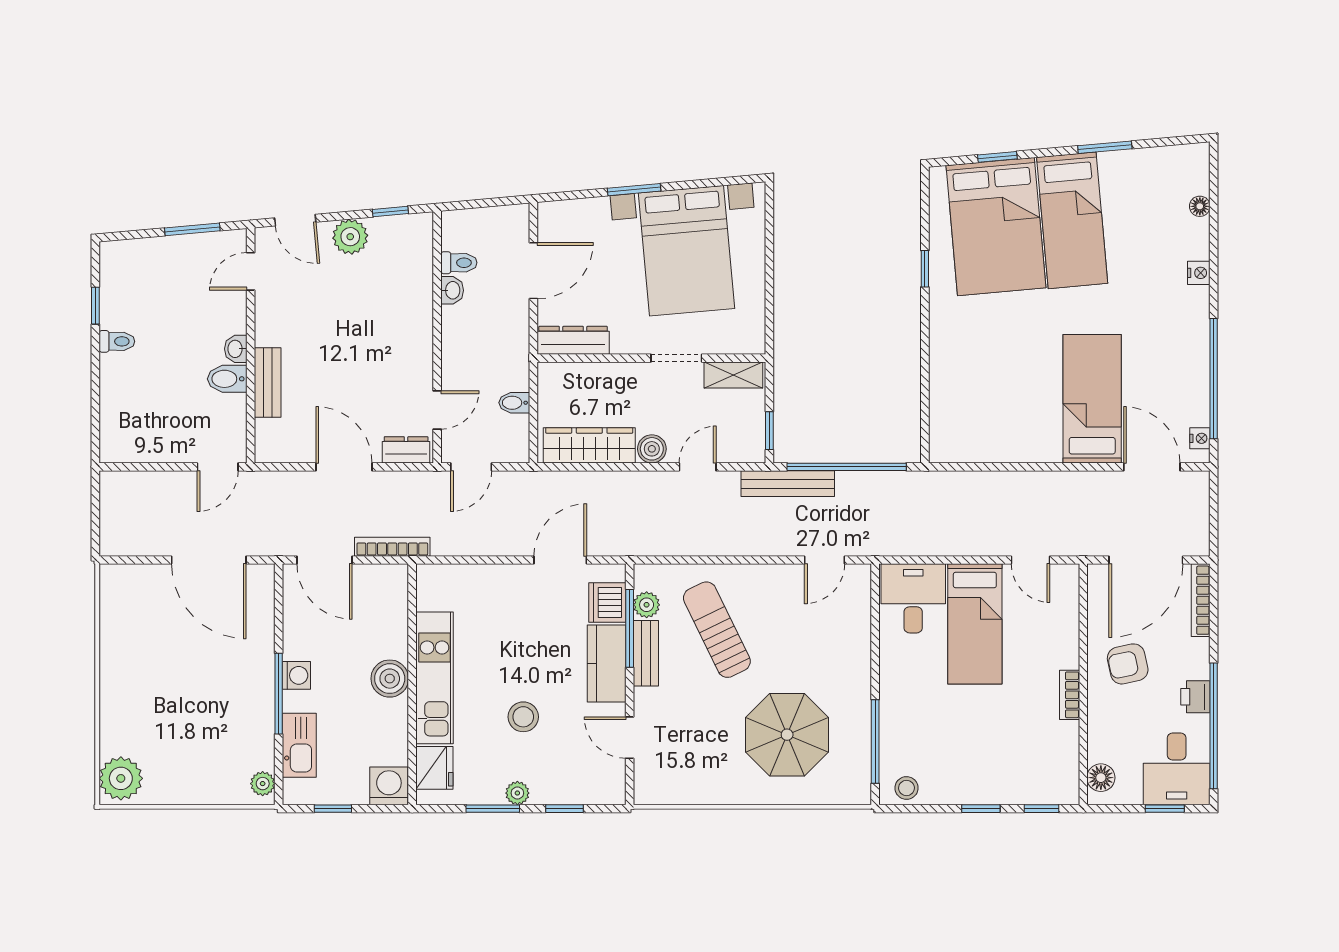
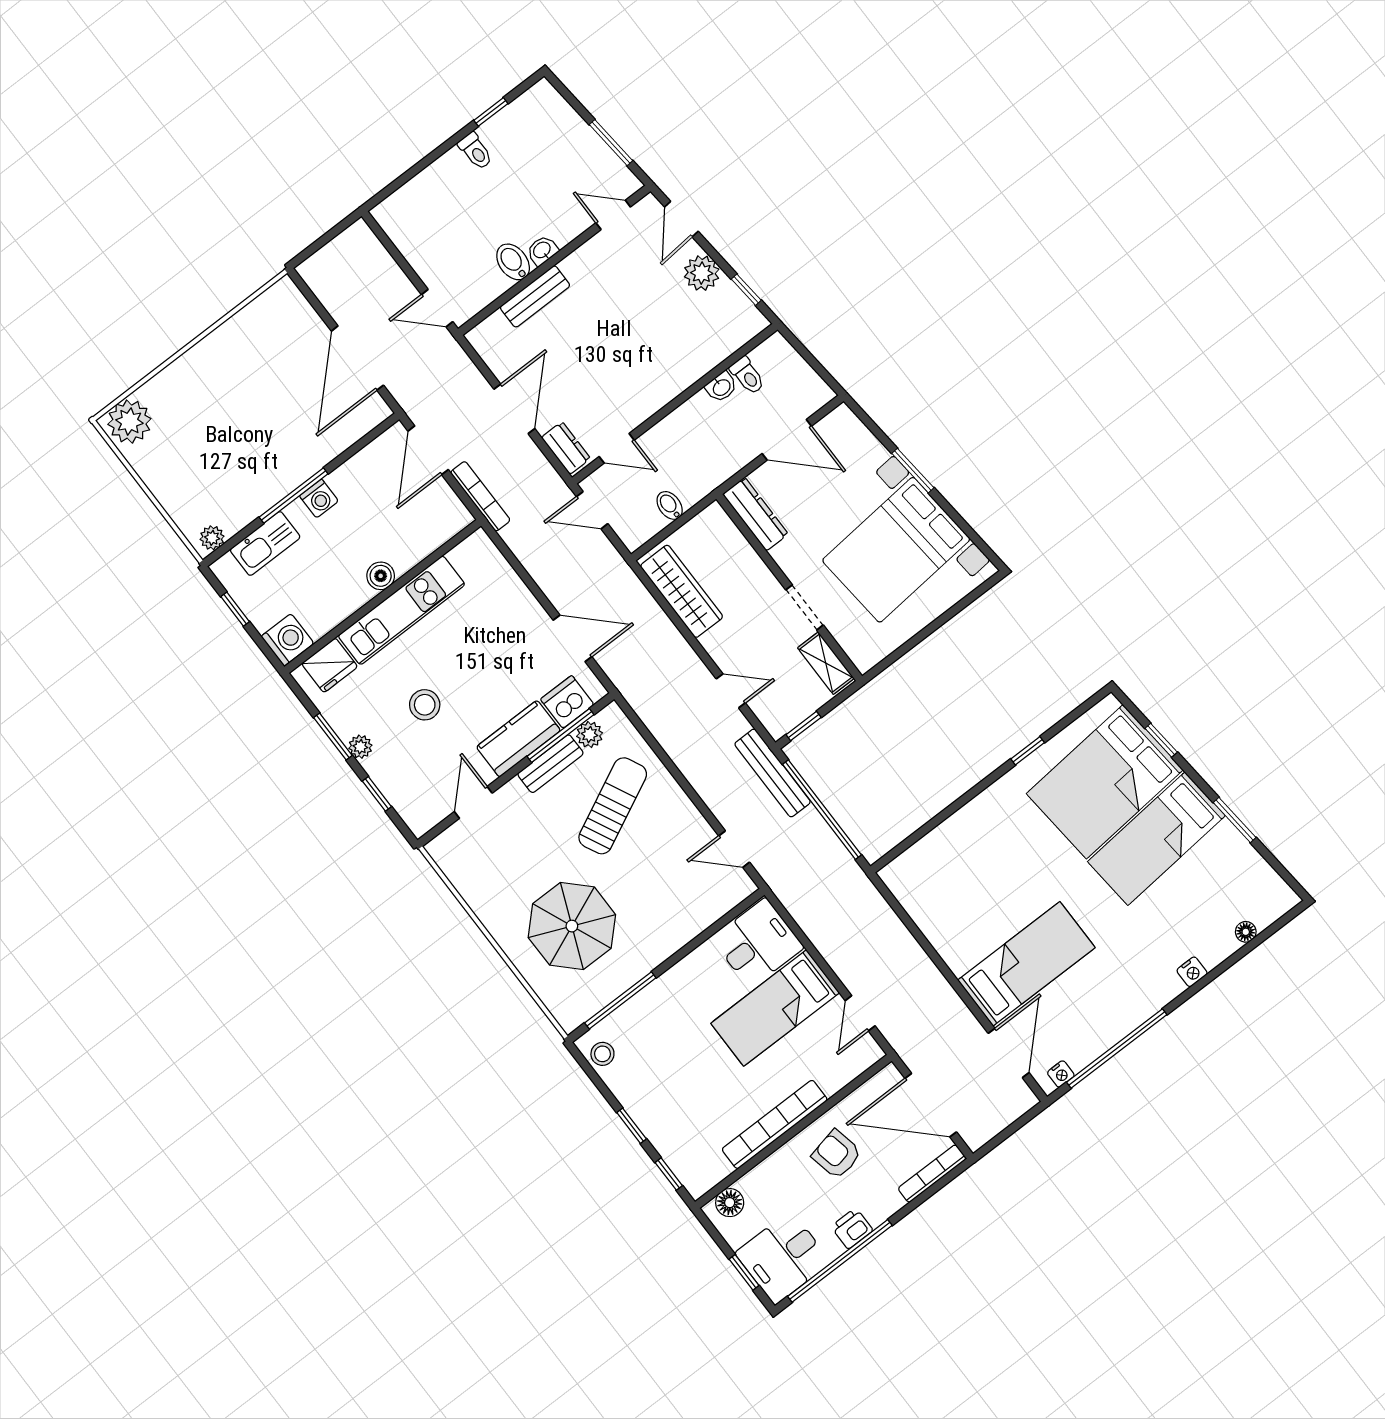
boiler: (652, 449) -> (717, 643), removed
boiler: (390, 679) -> (381, 576), width x0.73, depth x0.73
bookcase: (1070, 695) -> (775, 1124), width x2.31, depth x1.31

